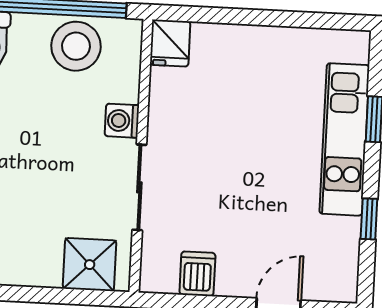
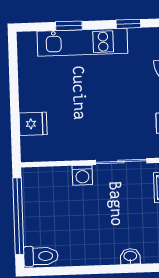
fridge: (170, 43) -> (33, 124), moved
stool: (76, 46) -> (40, 206), removed

